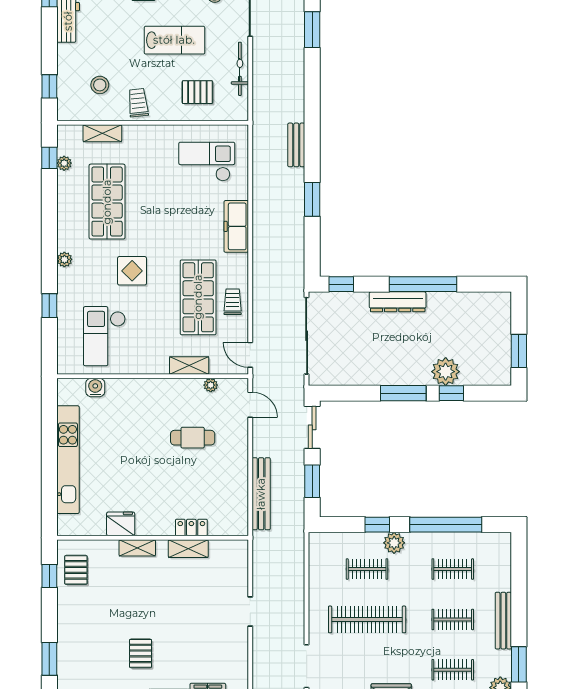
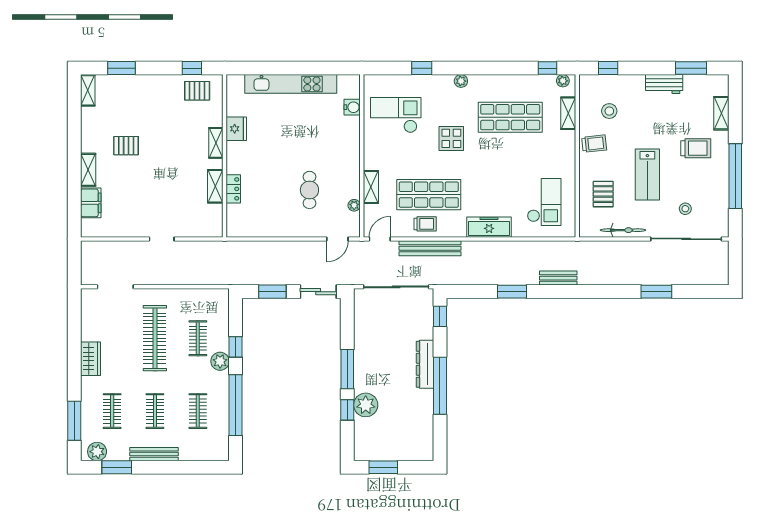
plant: (64, 163) -> (563, 81), moved
bench: (261, 494) -> (430, 248), moved

